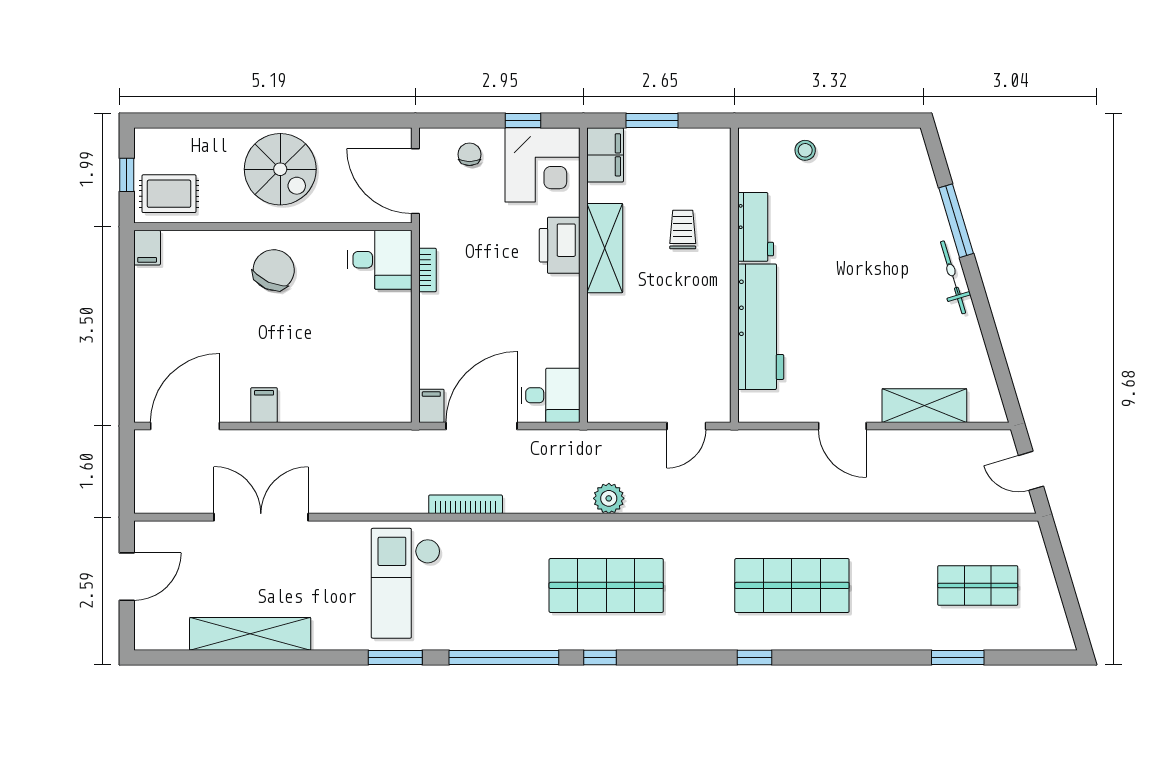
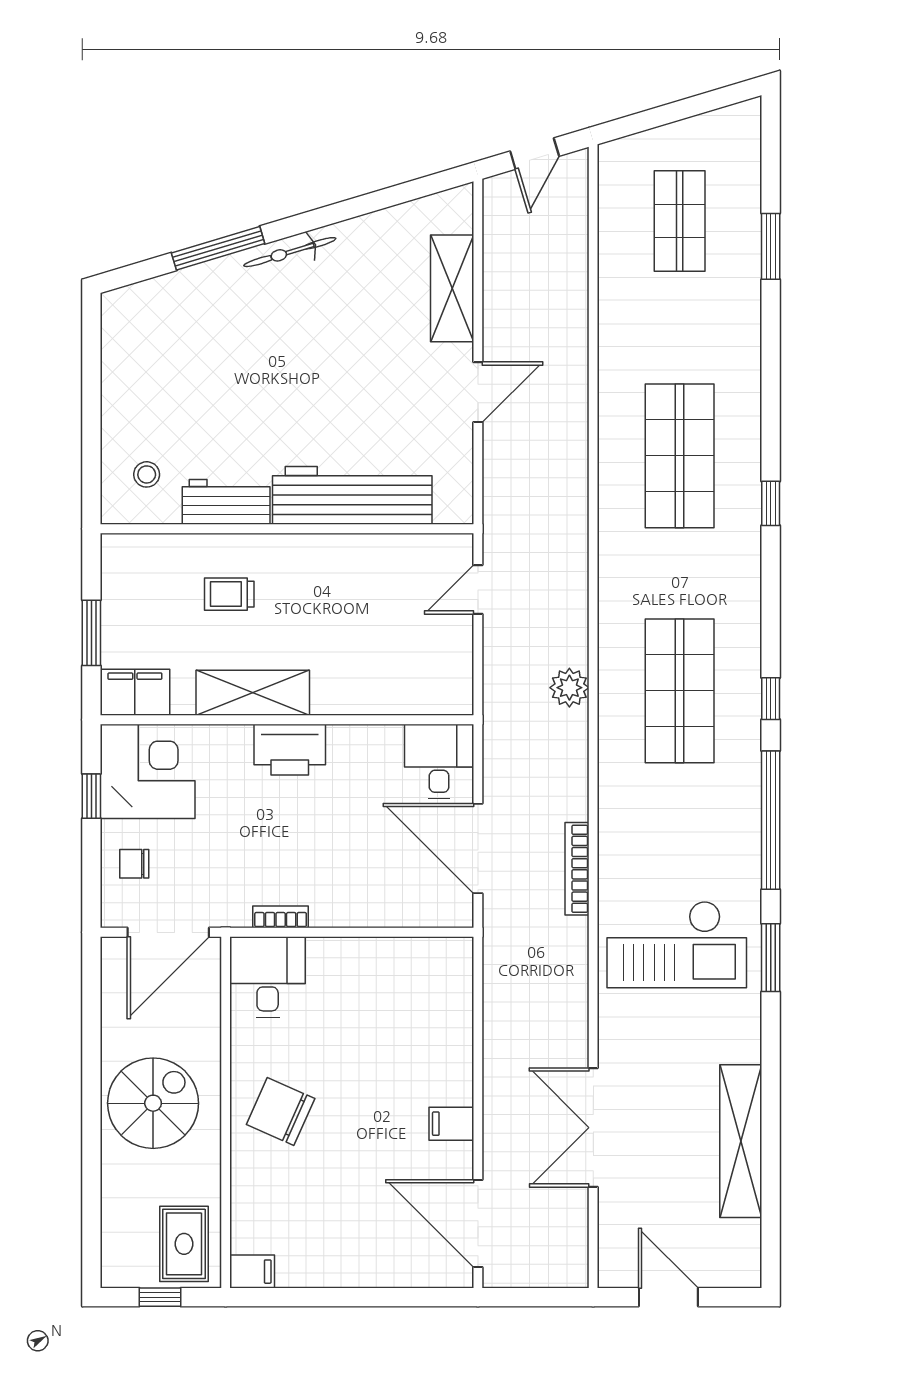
stool: (805, 150) -> (147, 474), moved
printer: (560, 245) -> (290, 750), moved
filing cabinet: (431, 406) -> (452, 912), removed
door: (686, 426) -> (478, 590), swing flipped

